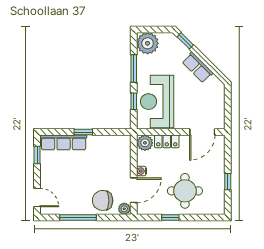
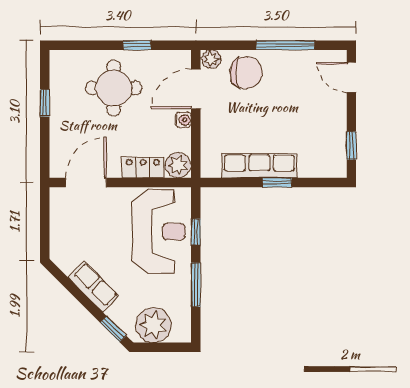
plant: (148, 43) -> (153, 325), moved
row of seats: (64, 142) -> (259, 166), moved

